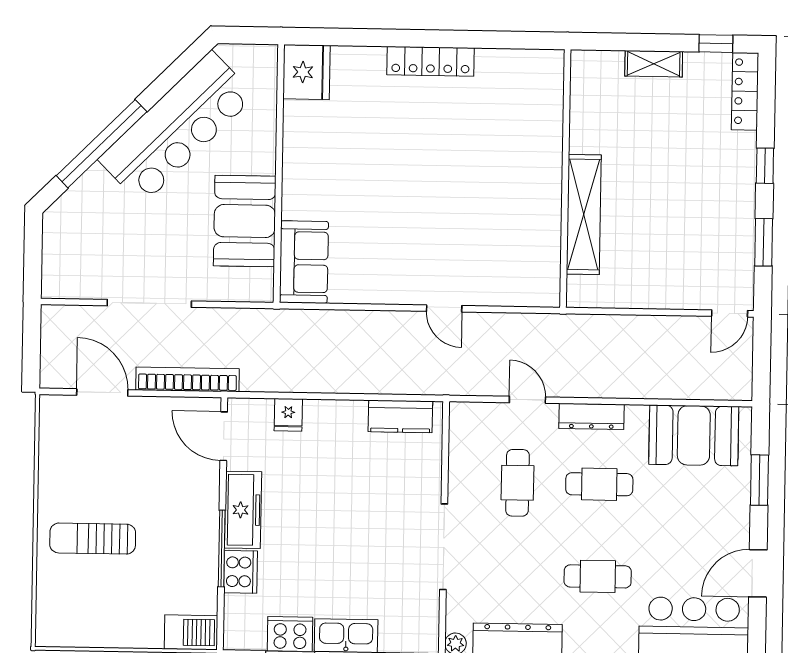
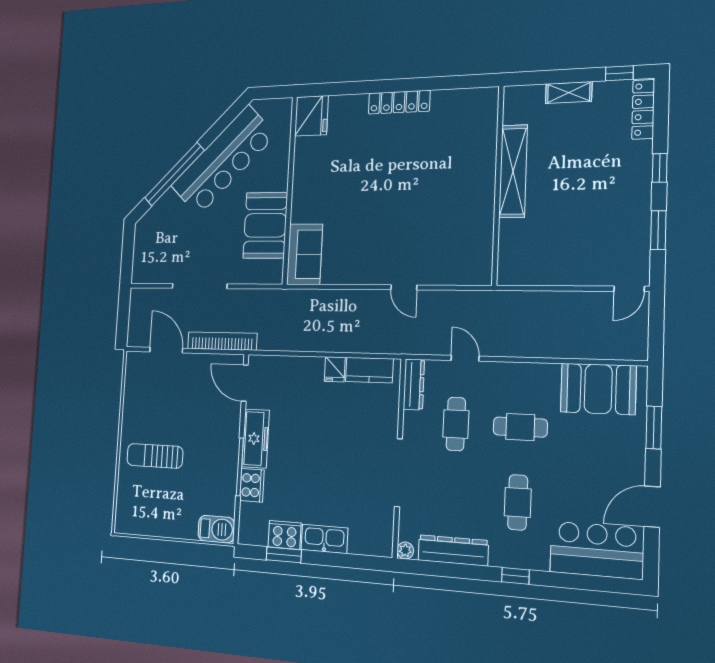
shelving: (584, 214) -> (513, 171), moved
fridge: (288, 415) -> (335, 369), moved
dresser: (591, 416) -> (414, 384), moved, turned -90
cafe table: (598, 576) -> (518, 502), turned 90

